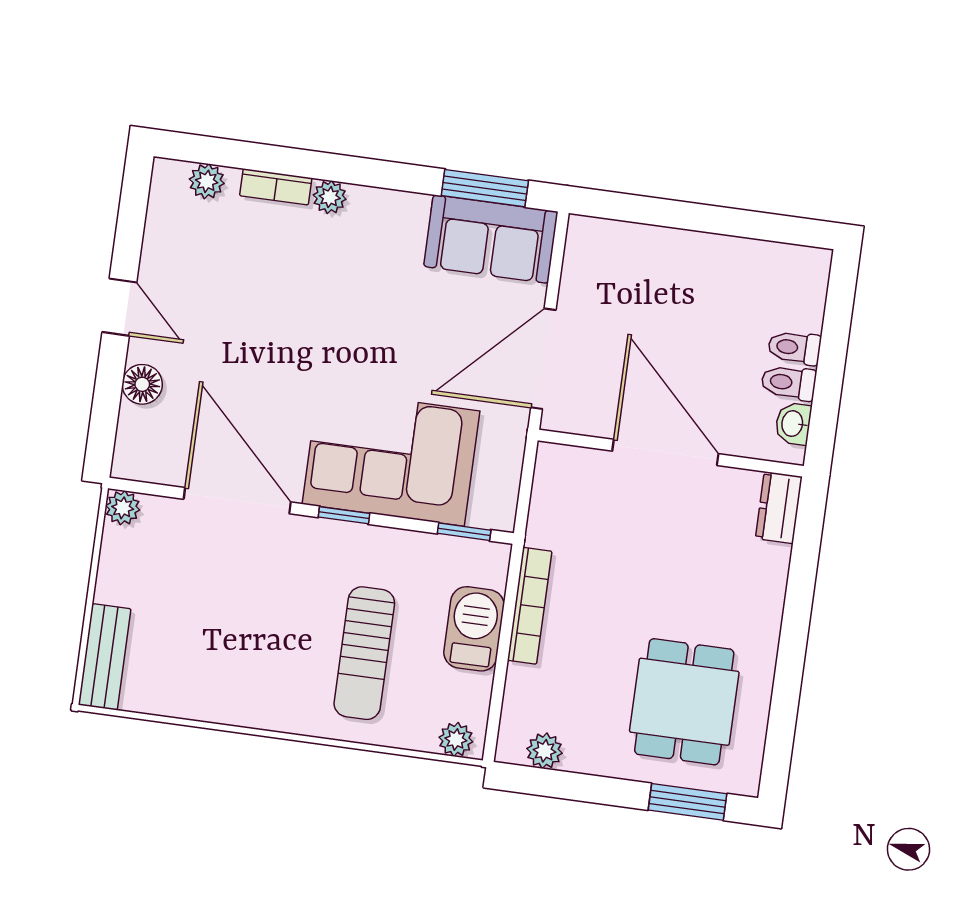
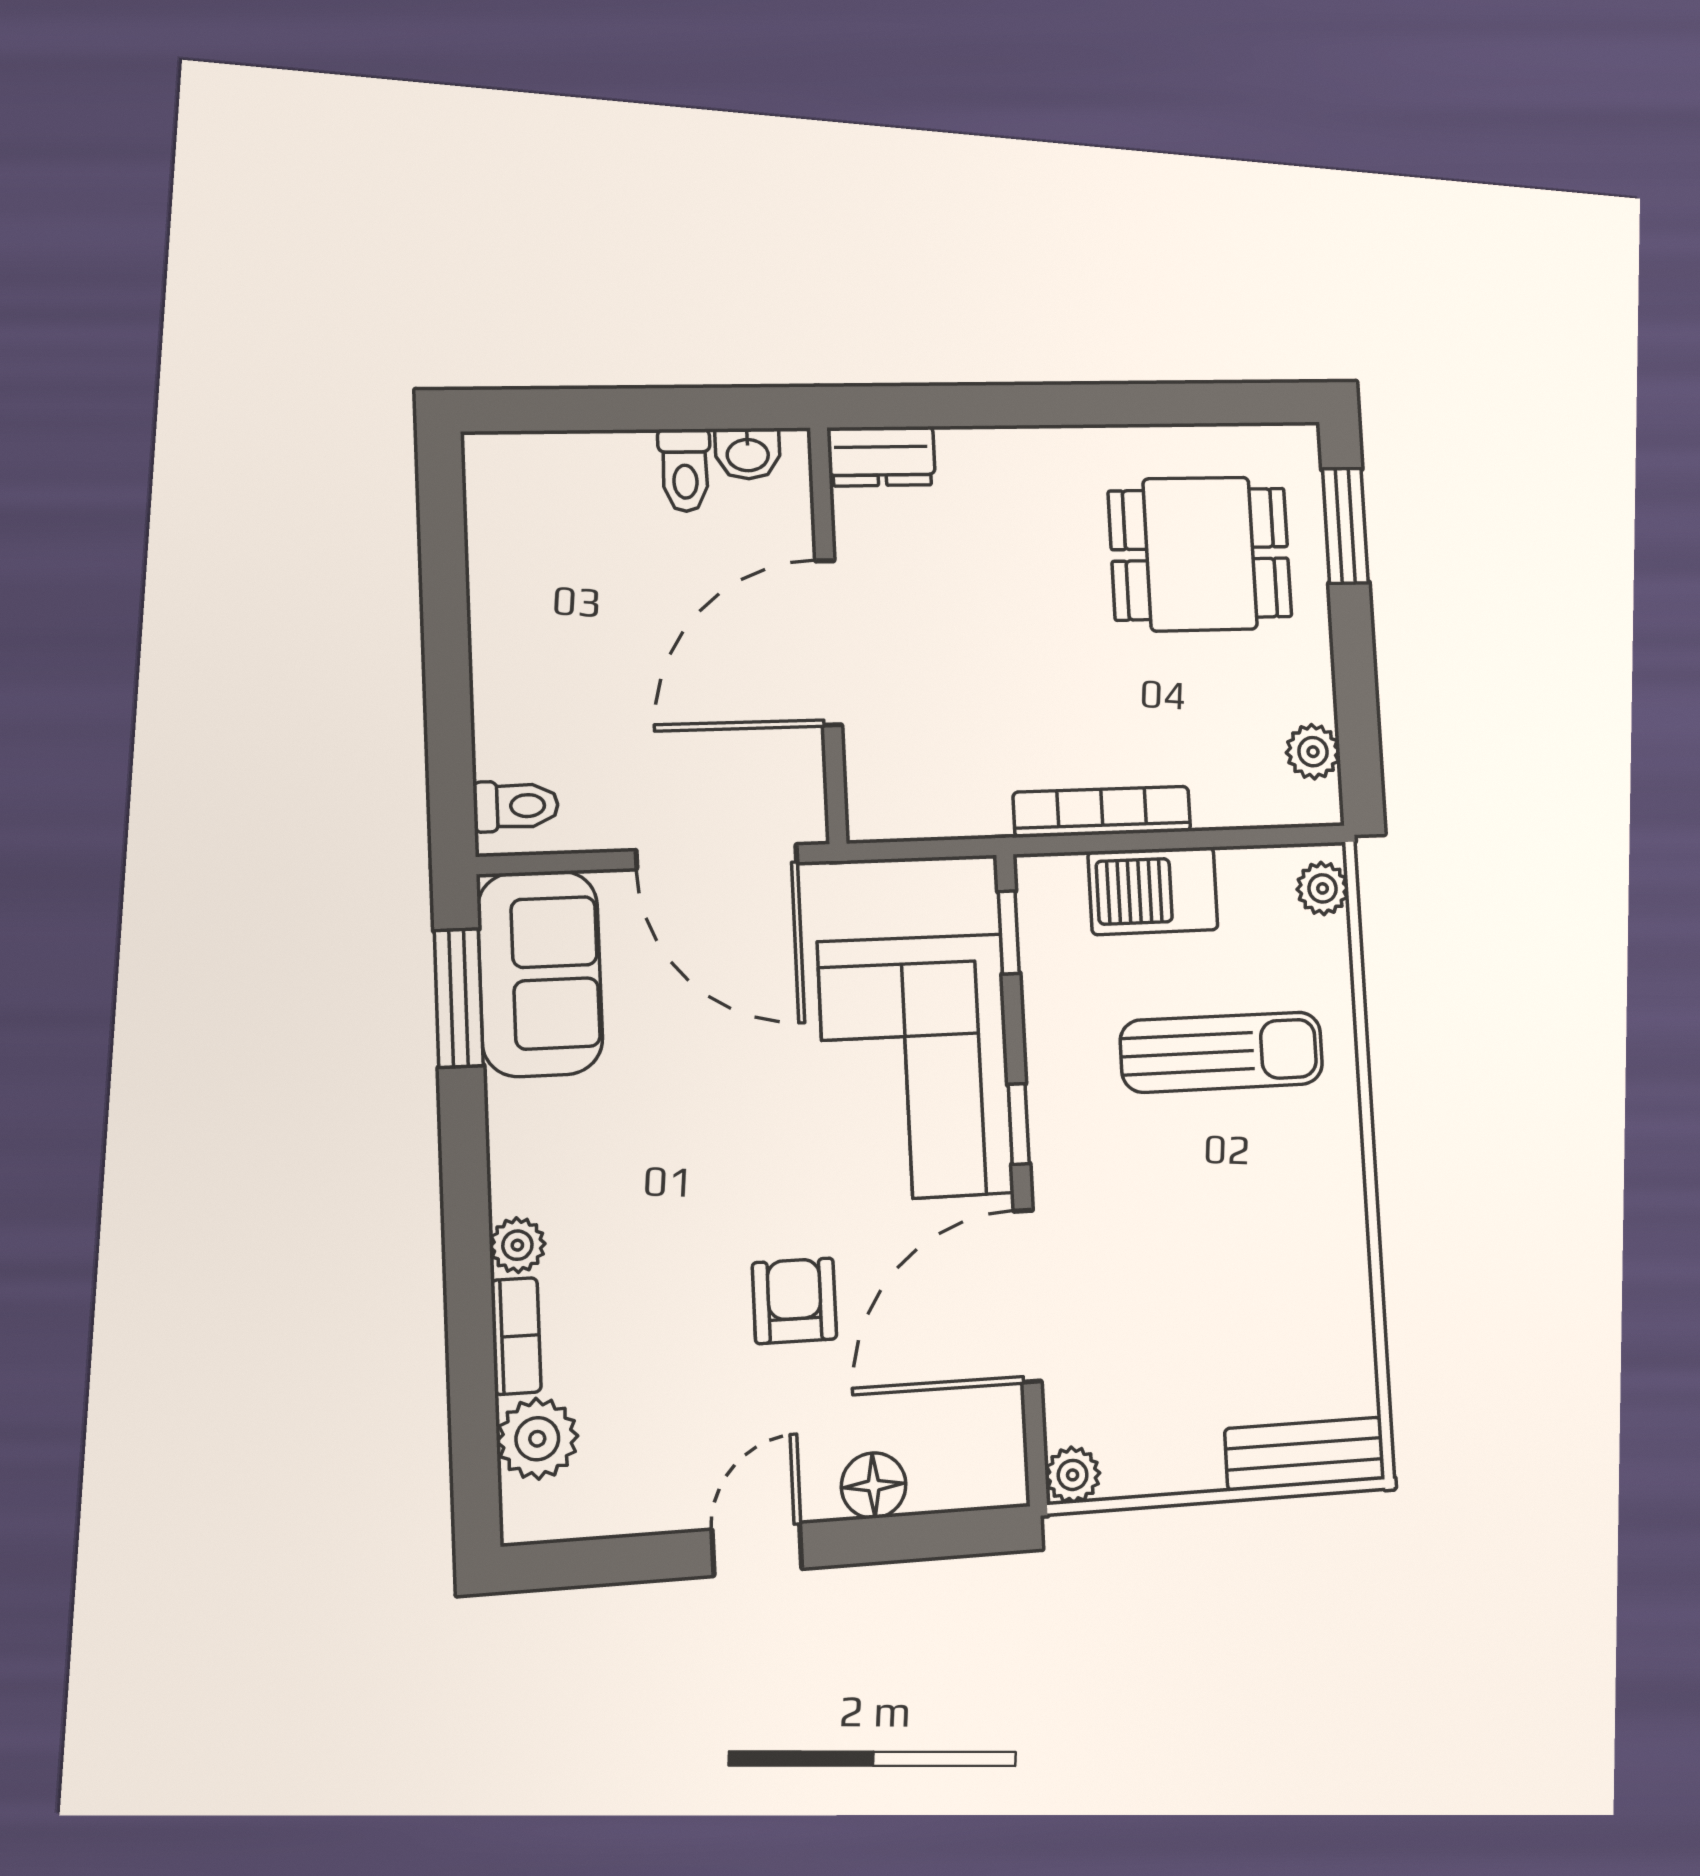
plant: (207, 181) -> (537, 1439), width x1.38, depth x1.38
toilet: (794, 348) -> (516, 806), moved, turned -90
armchair: (263, 357) -> (794, 1301), added

